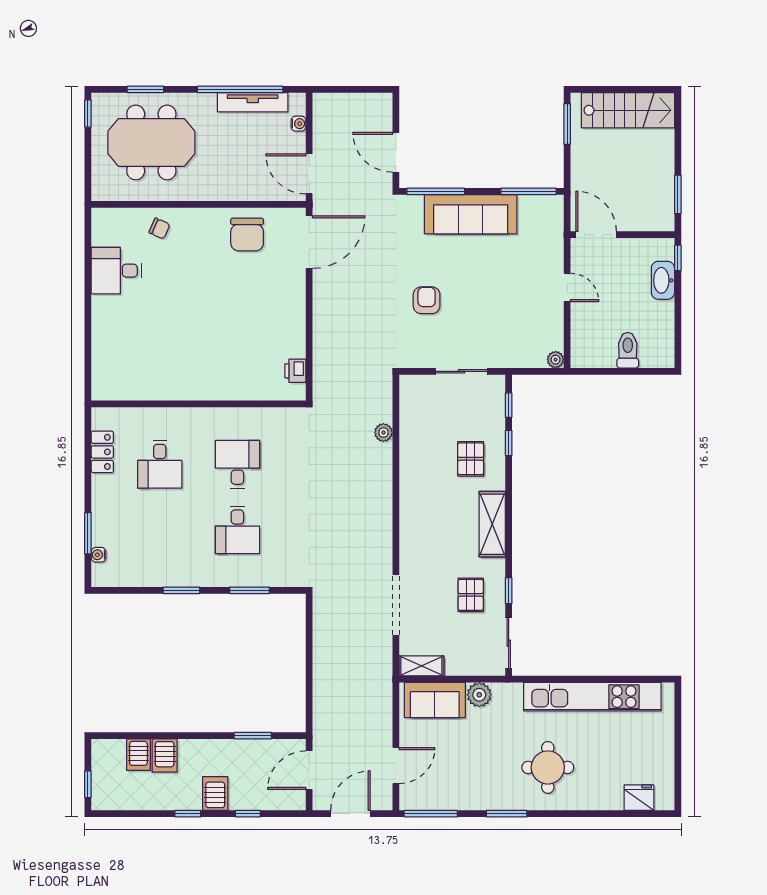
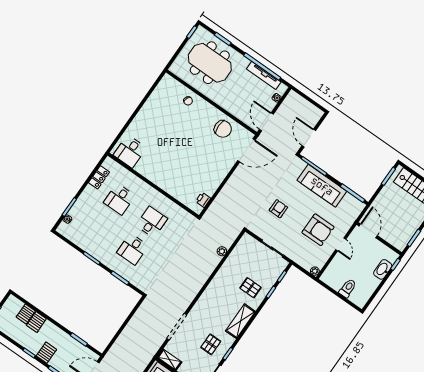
chair: (247, 234) -> (223, 129), turned -90
desk: (116, 271) -> (130, 151), moved, turned -90
armchair: (514, 290) -> (318, 230), added
pallet: (471, 459) -> (250, 288), turned 90

